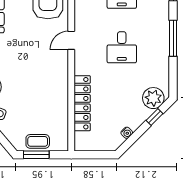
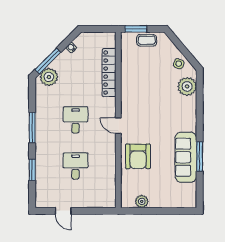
door: (71, 40) -> (118, 126), swing flipped
window: (154, 117) -> (48, 61), width x2.17
window: (36, 155) -> (136, 29), moved

